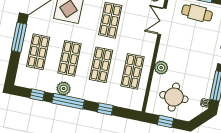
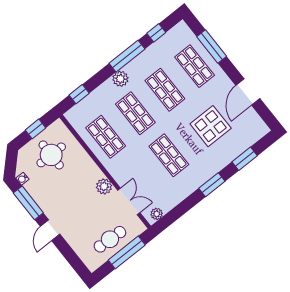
window: (19, 37) -> (212, 46), moved
plant: (161, 68) -> (104, 186), moved
plant: (64, 89) -> (120, 79), moved
window: (105, 109) -> (79, 94), moved

